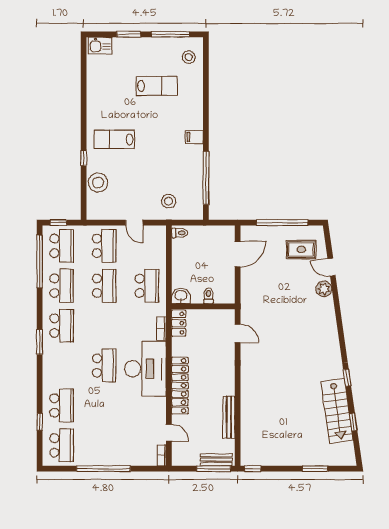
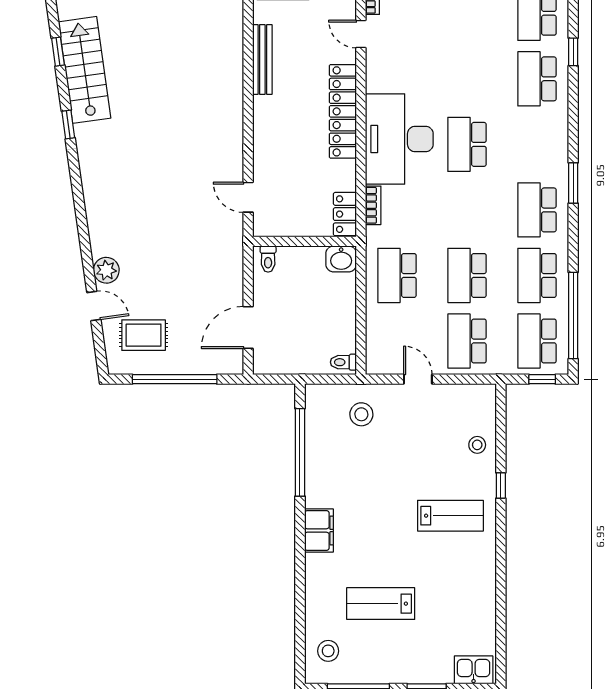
filing cabinet: (194, 137) -> (319, 531), width x2.00
stool: (98, 183) -> (477, 445), width x0.53, depth x0.53
toilet: (209, 296) -> (268, 259), moved

